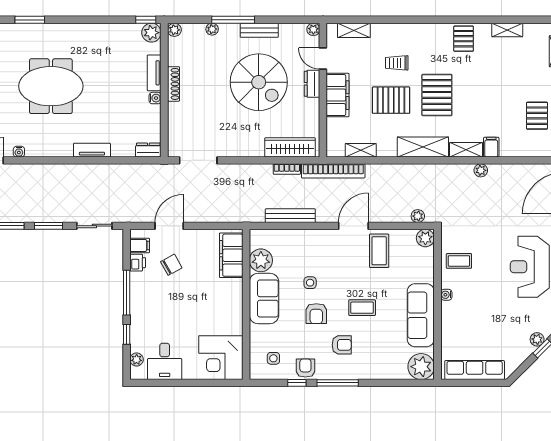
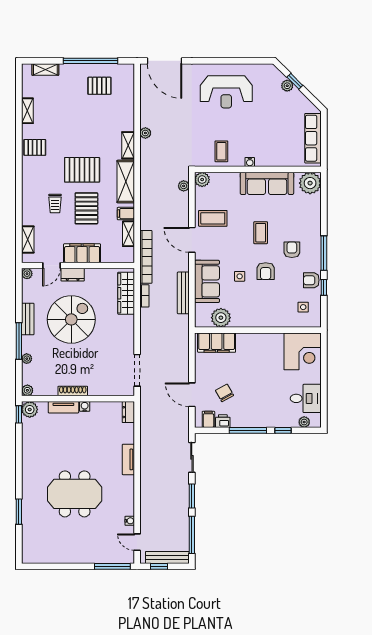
meeting table: (51, 86) -> (75, 494), turned 90
filing cabinet: (491, 147) -> (126, 214), moved
sofa: (264, 298) -> (207, 281), moved, turned 90
armchair: (316, 314) -> (266, 271), turned 90

